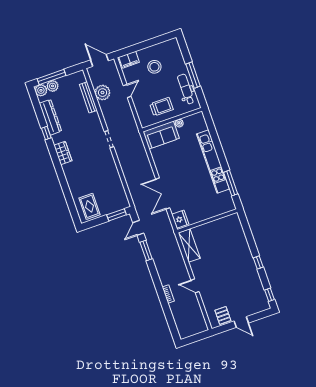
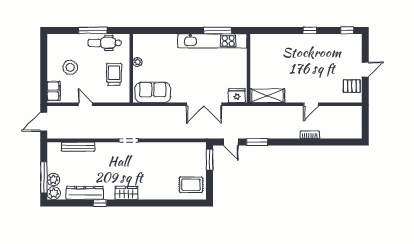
plant: (102, 93) -> (78, 130), removed
sofa: (161, 135) -> (153, 92), moved, turned -90
kitchen unit: (213, 161) -> (212, 41), moved

